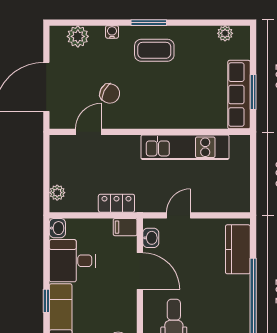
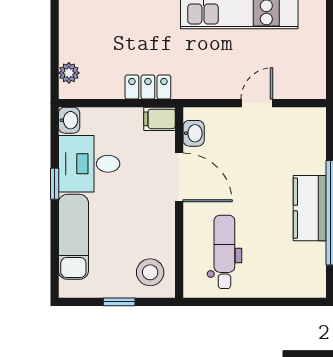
door: (179, 215) -> (257, 103), moved
kitchen counter: (238, 249) -> (310, 208), moved
window: (46, 301) -> (55, 184), moved

